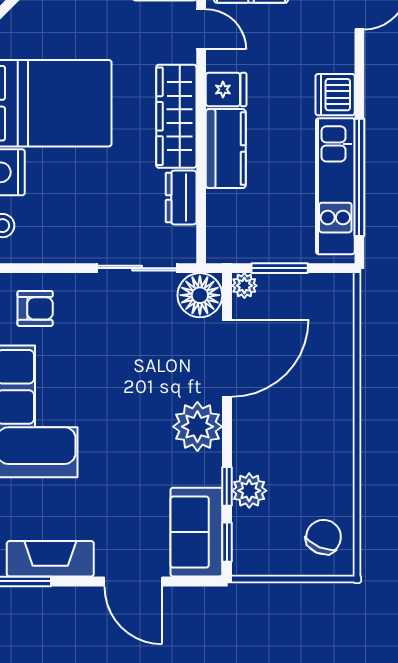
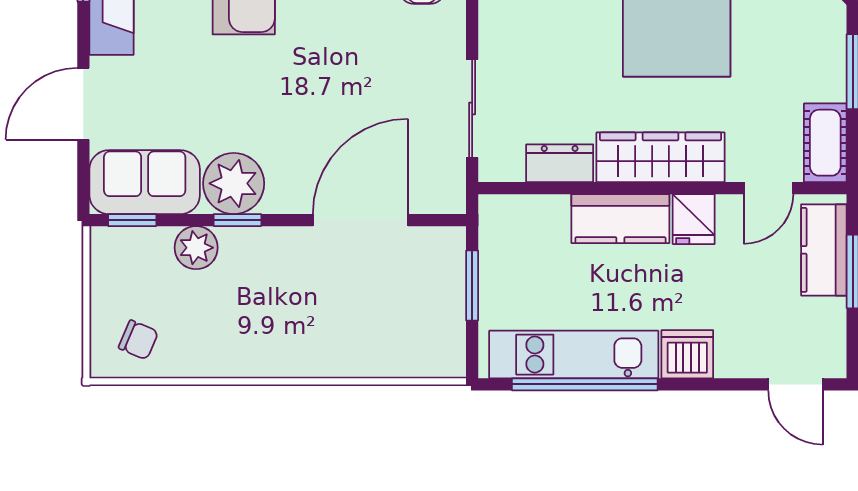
plant: (244, 286) -> (450, 242), removed
floor lamp: (200, 295) -> (438, 186), removed
door: (227, 358) -> (360, 220), swing flipped
plant: (197, 427) -> (234, 183), moved
window: (227, 486) -> (237, 220), moved
chair: (324, 537) -> (138, 340), width x0.73, depth x0.73

